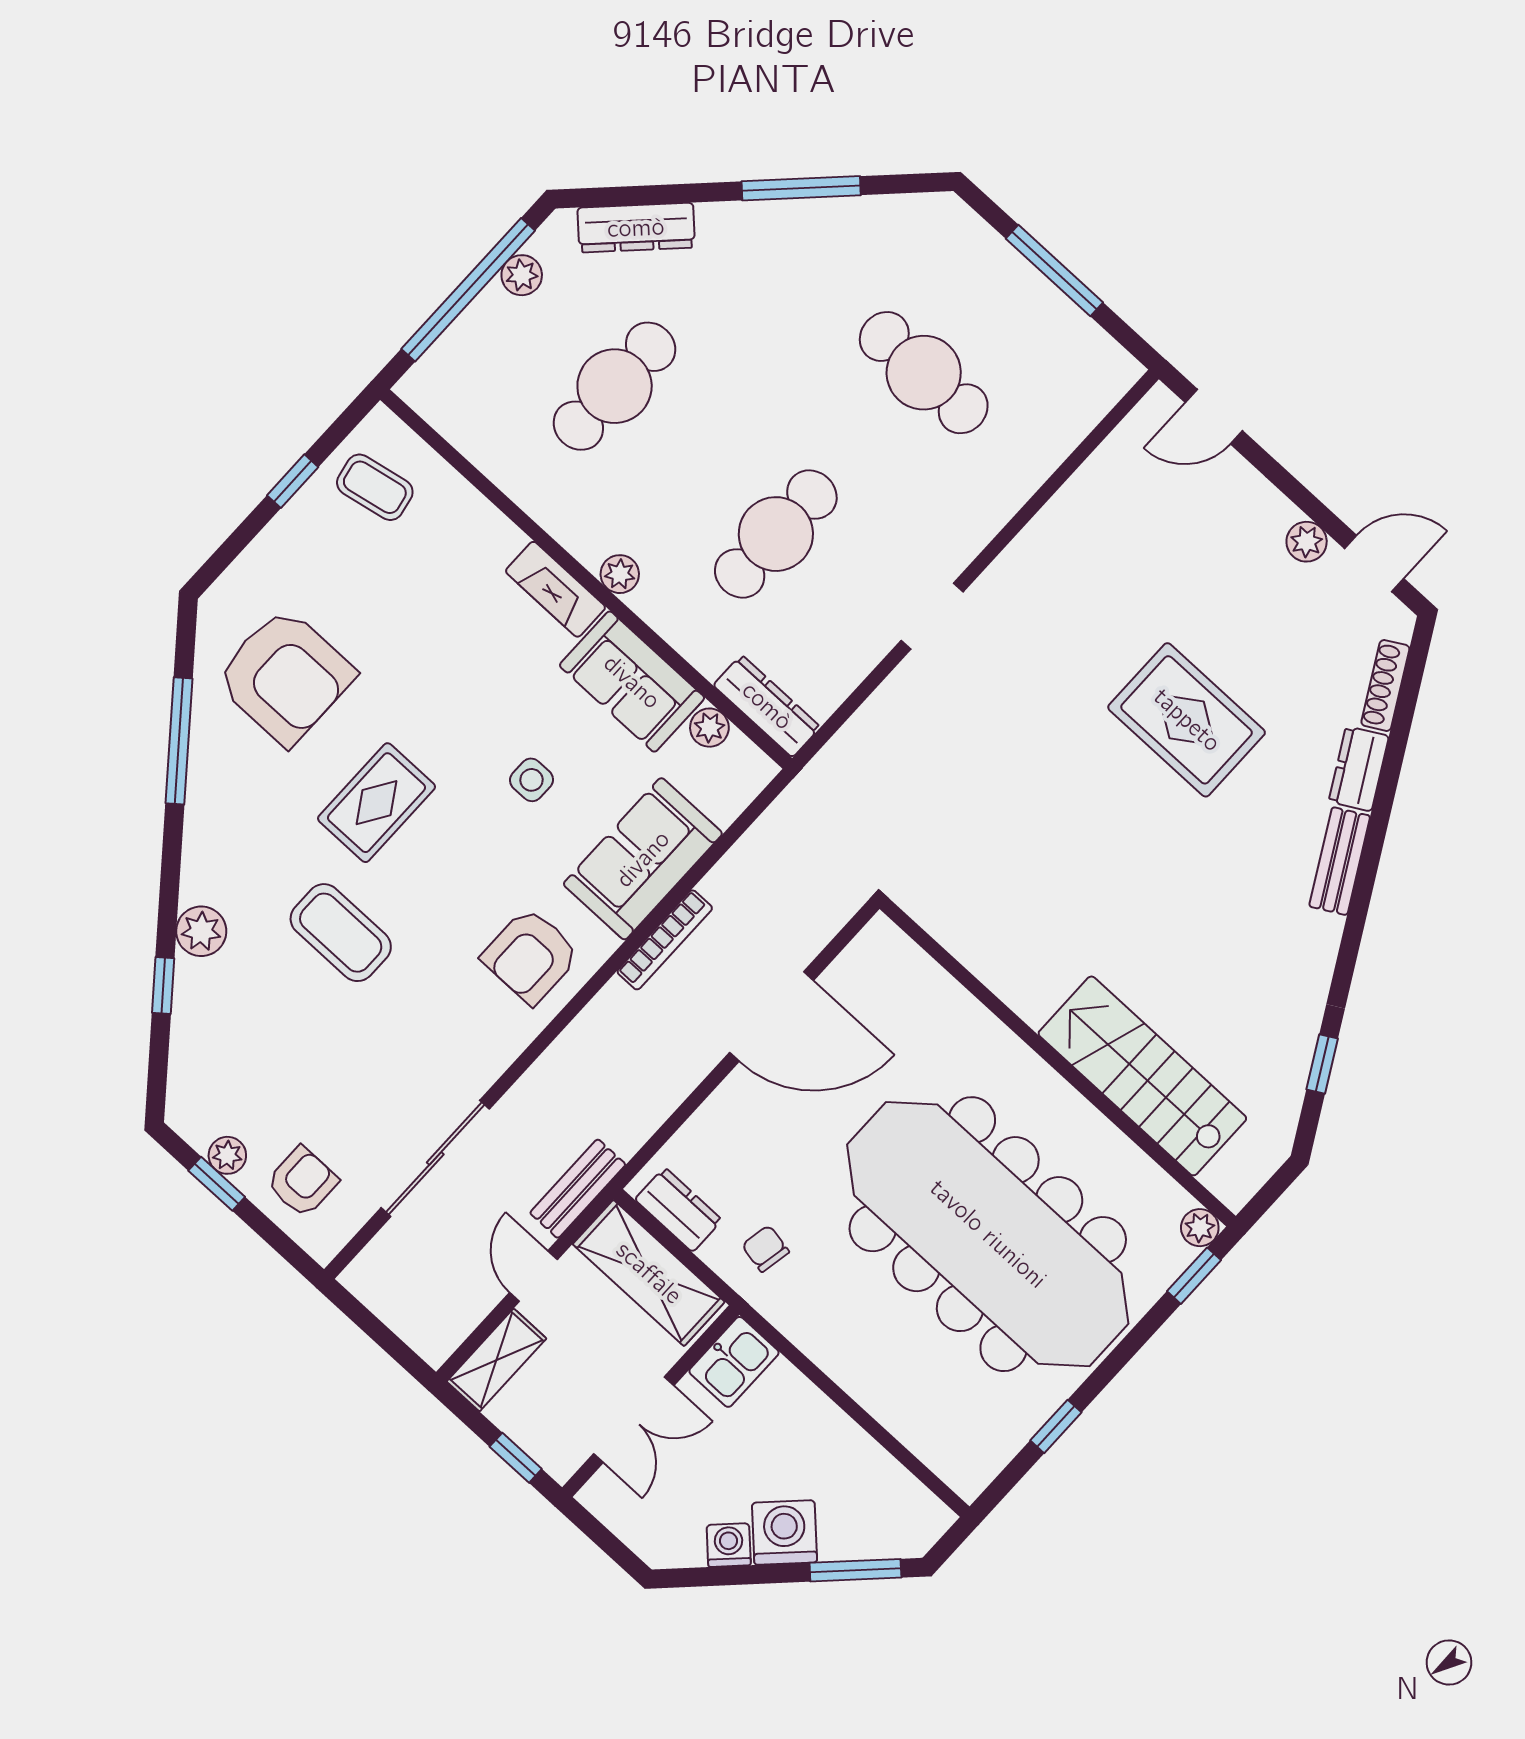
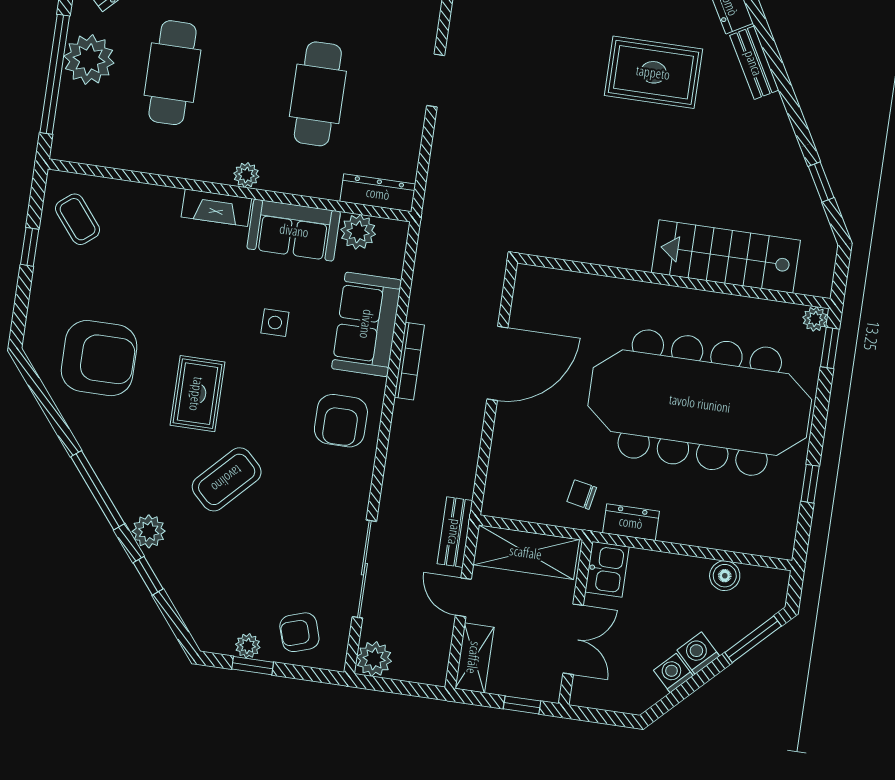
plant: (522, 275) -> (89, 59), width x1.87, depth x1.87
coffee table: (375, 487) -> (78, 219), turned 62
rug: (1187, 720) -> (653, 72), moved
plant: (709, 728) -> (358, 232), width x1.38, depth x1.38
window: (179, 741) -> (98, 490), moved
coffee table: (341, 933) -> (227, 479), turned -46
armchair: (302, 1182) -> (299, 632), turned -108
dresser: (678, 1210) -> (631, 522), moved
plant: (372, 1277) -> (374, 659), added
boiler: (874, 1468) -> (725, 576), added
washing machine: (784, 1532) -> (698, 653), width x0.73, depth x0.73

